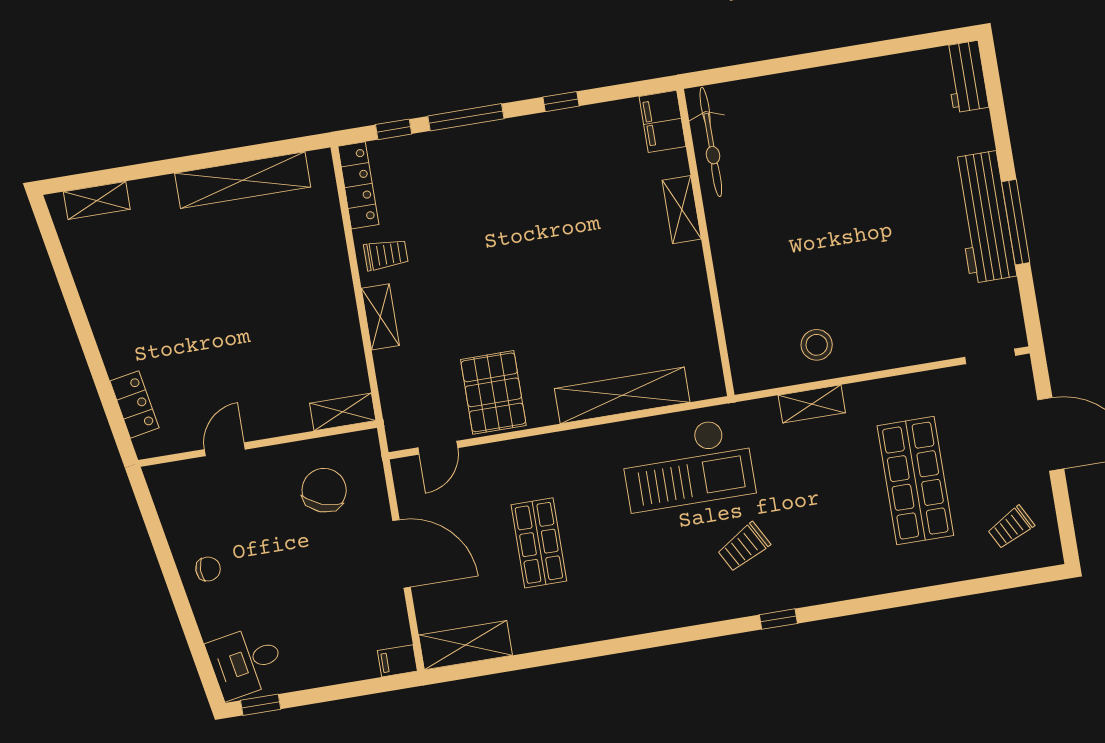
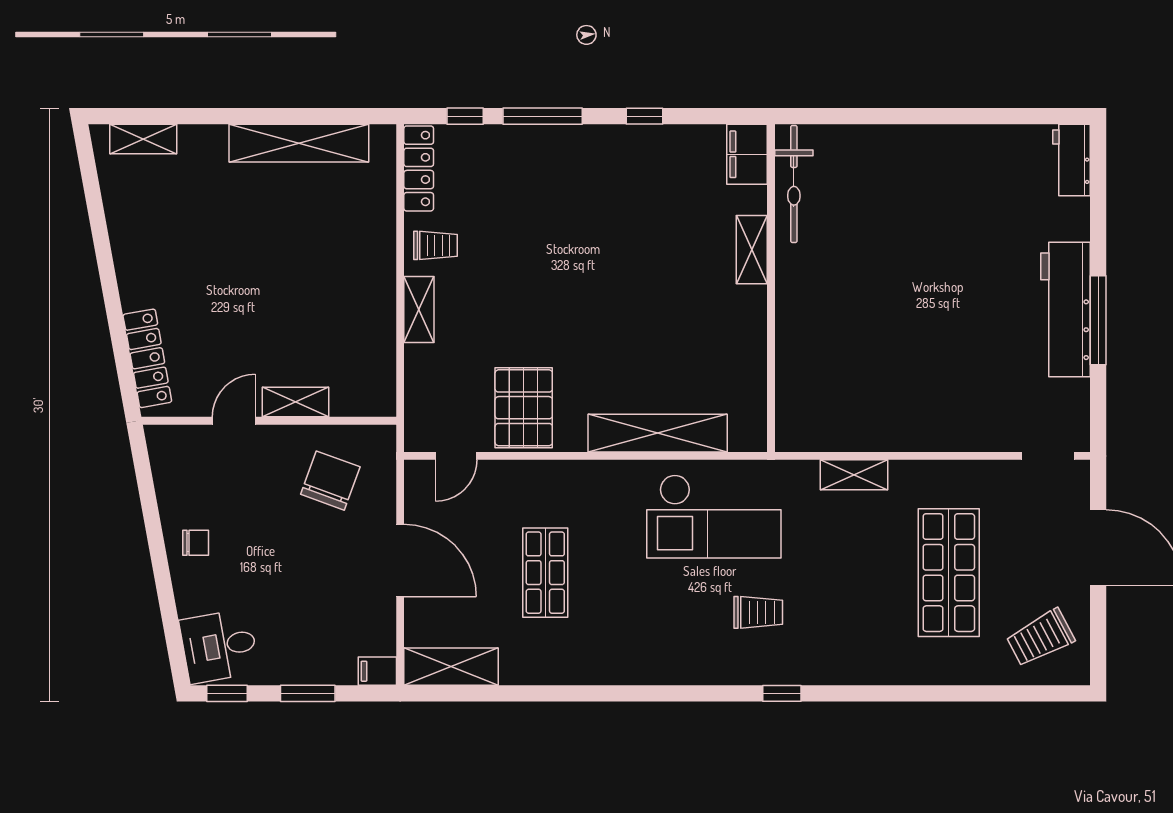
stool: (817, 345) -> (869, 414), removed
locker: (135, 404) -> (147, 358), width x1.53
shelving: (343, 412) -> (296, 402), moved
trolley: (1011, 527) -> (1040, 638), width x1.36, depth x1.39
trolley: (744, 547) -> (758, 612), turned -151
window: (336, 692) -> (308, 693), added

